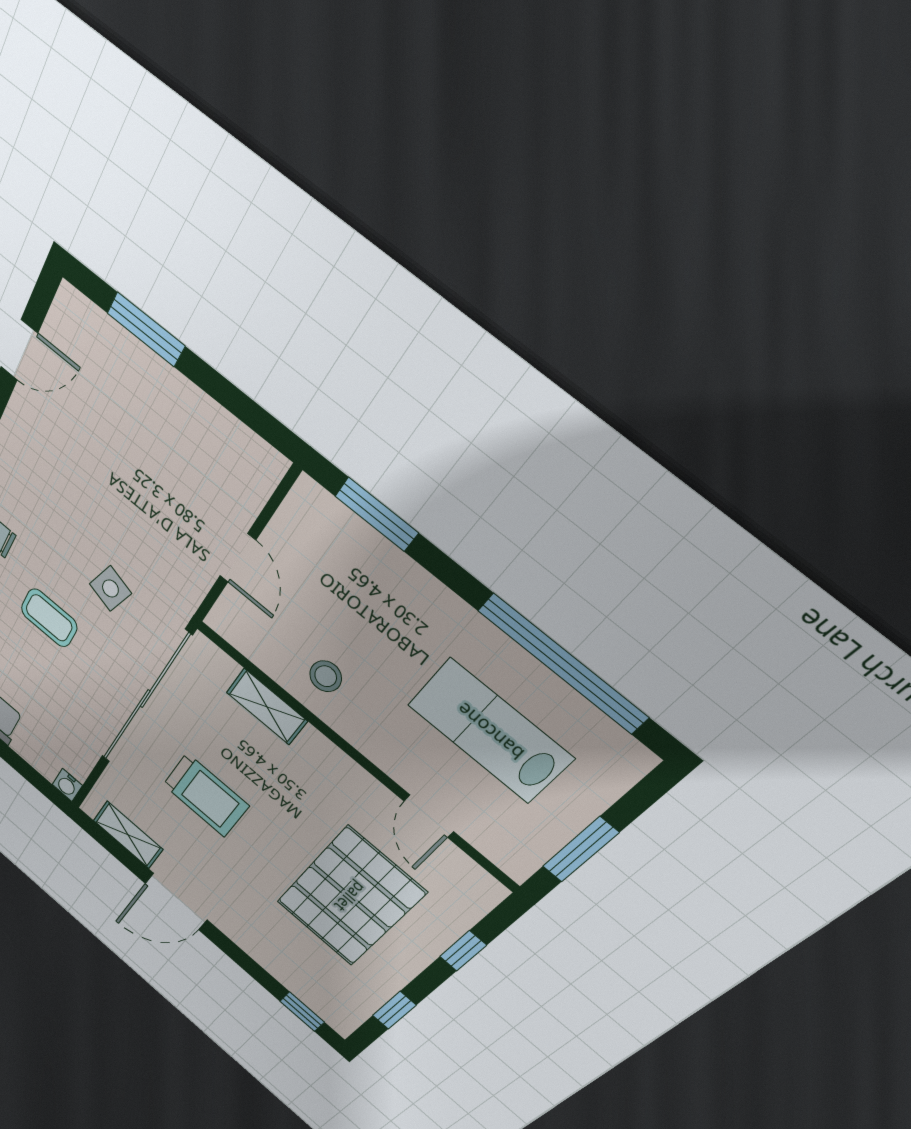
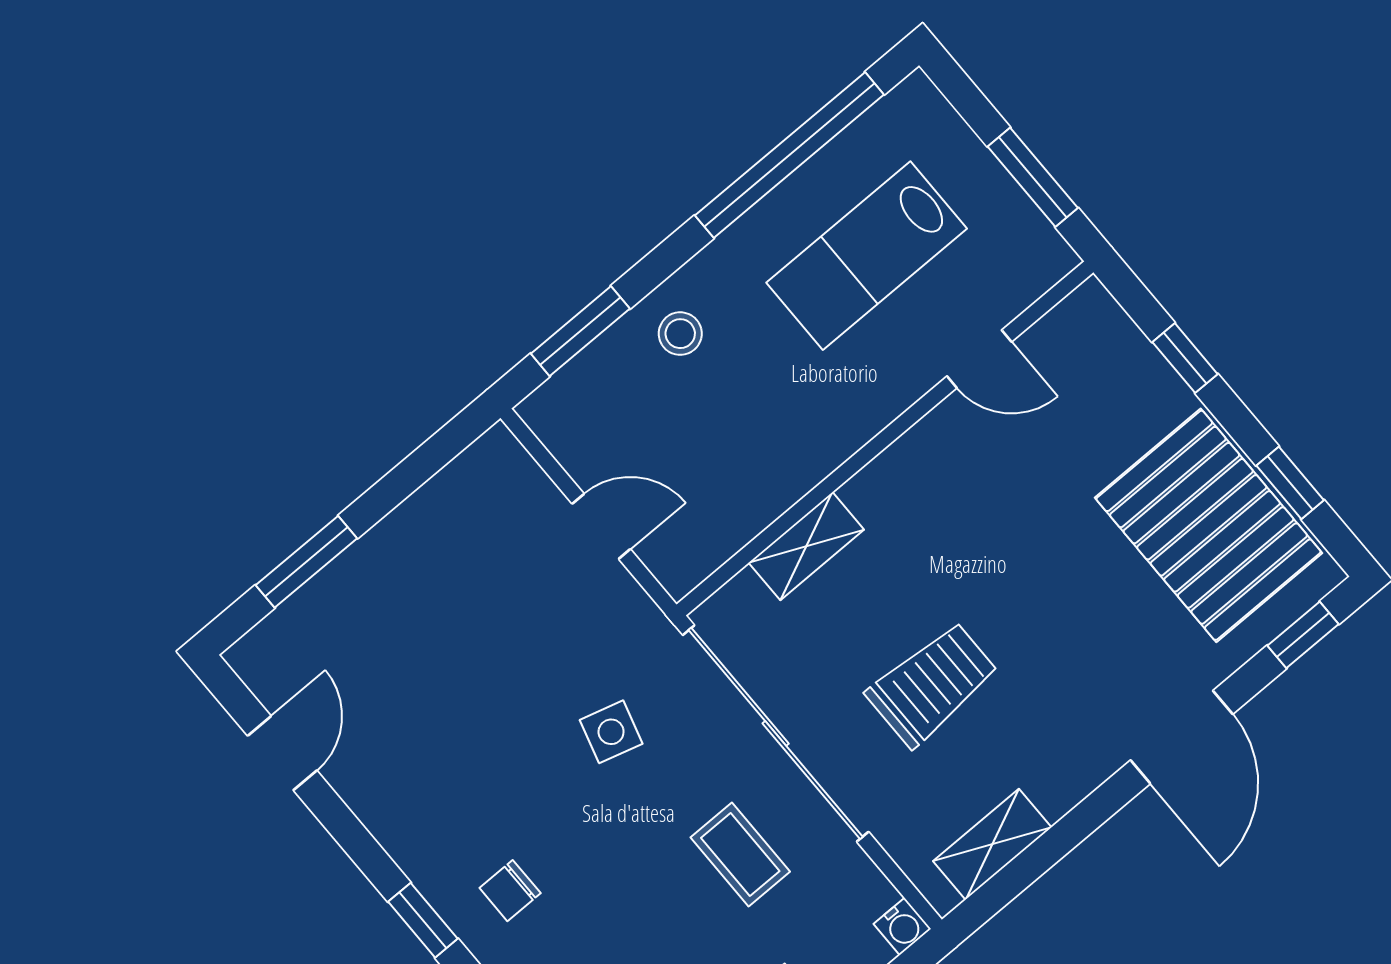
coffee table: (49, 618) -> (740, 854), moved, turned 90
stool: (326, 676) -> (680, 334), moved
pallet: (350, 897) -> (1208, 525), moved
door: (176, 901) -> (1182, 737), moved

